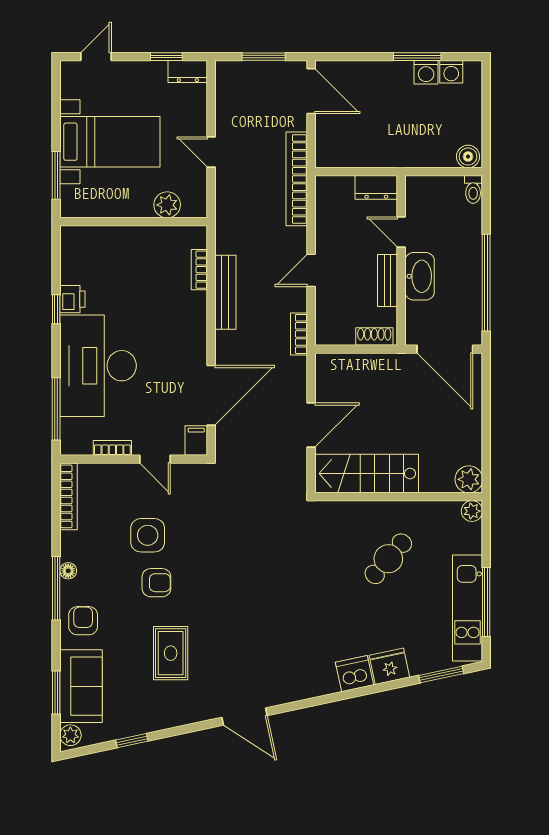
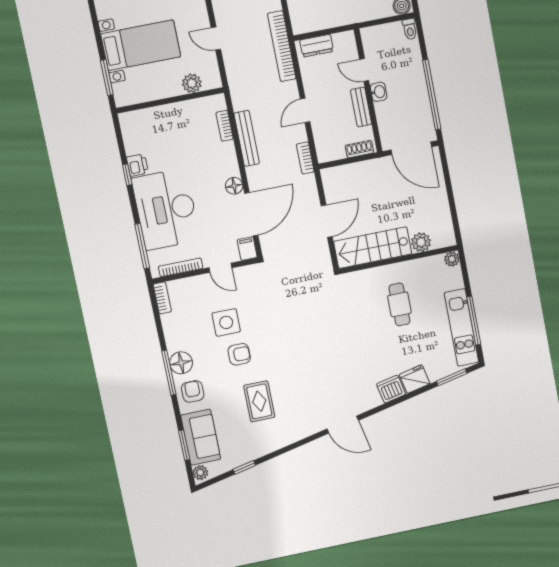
dresser: (376, 187) -> (317, 46), moved
washbasin: (420, 276) -> (379, 92), width x0.52, depth x0.69
floor lamp: (196, 352) -> (234, 186), added
bookcase: (112, 448) -> (181, 267), width x1.56
plant: (469, 479) -> (421, 242), moved
bookcase: (68, 496) -> (162, 298), width x0.64
cafe table: (388, 559) -> (399, 304), turned -41
floor lamp: (68, 571) -> (181, 363), width x1.89, depth x1.89
door: (245, 717) -> (343, 425), moved

